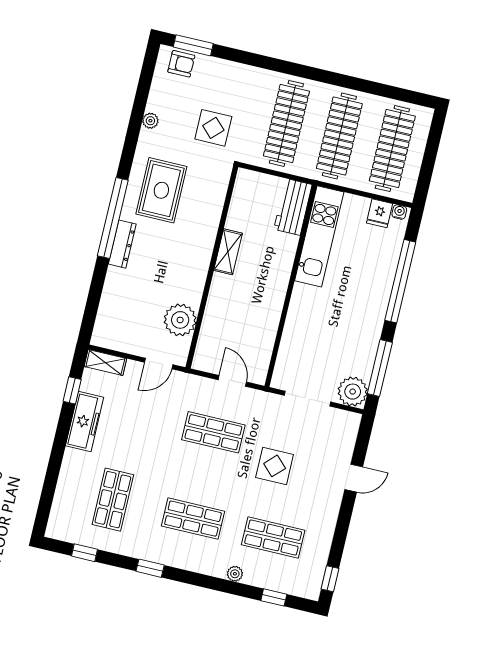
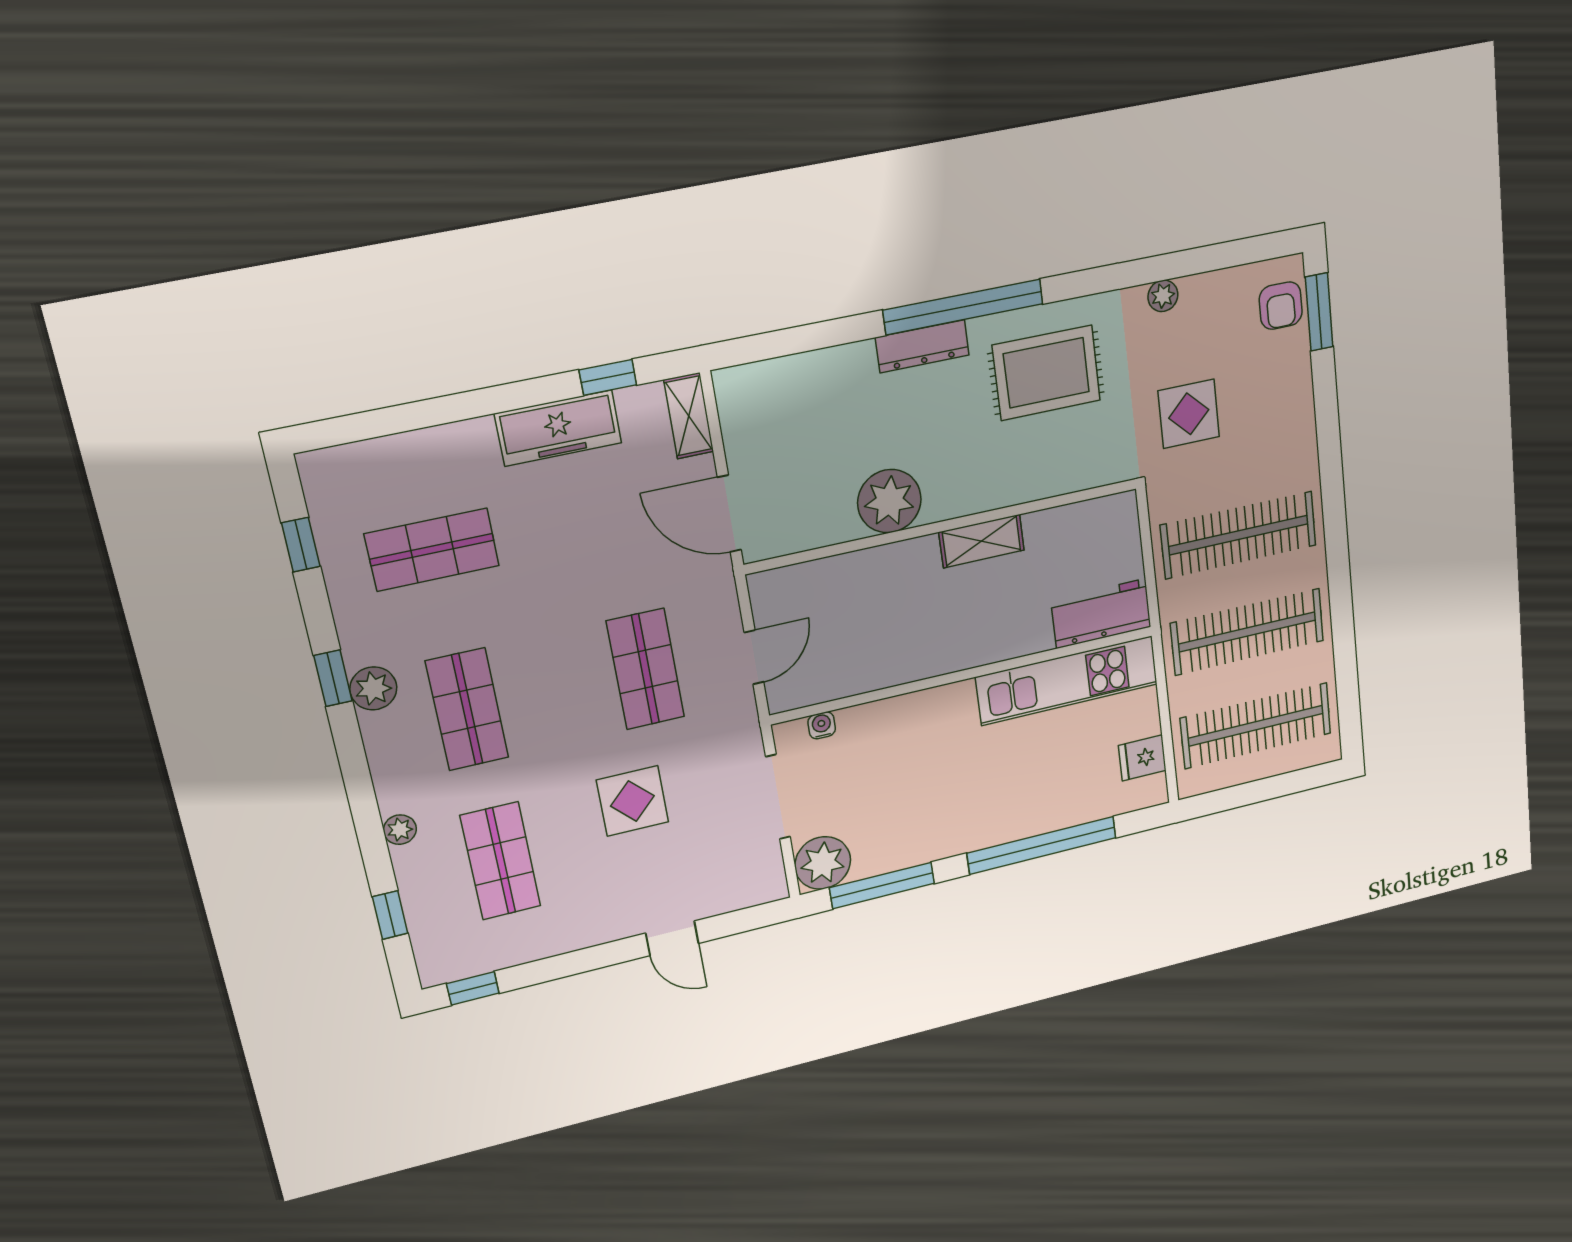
water cooler: (399, 212) -> (822, 725), moved, turned -90
plant: (180, 320) -> (889, 501), moved
door: (159, 363) -> (729, 514), width x1.38
plant: (163, 554) -> (373, 688), added

